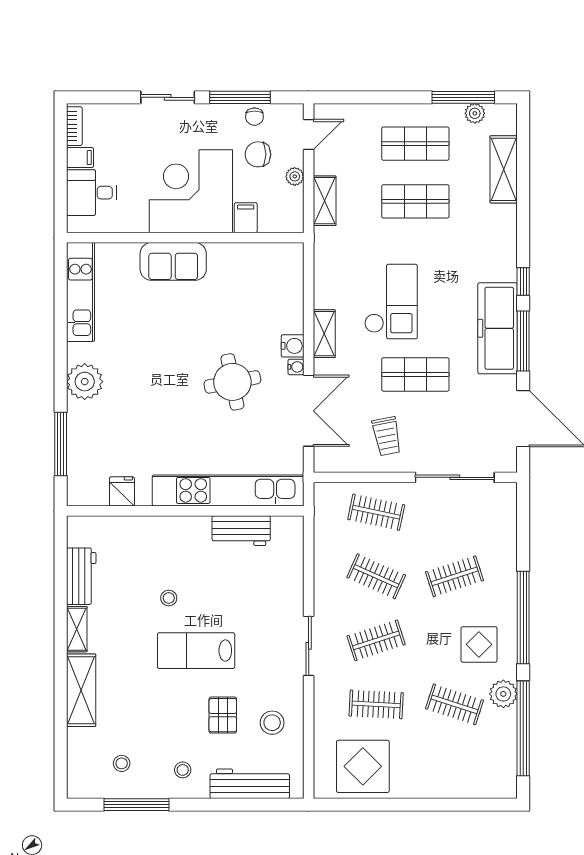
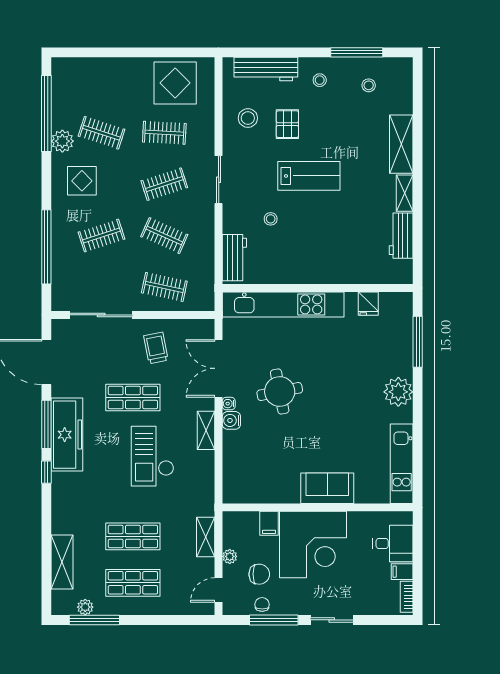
workbench: (241, 531) -> (234, 258), moved, turned 90
stool: (169, 598) -> (271, 219), moved
window: (523, 617) -> (46, 247), moved

